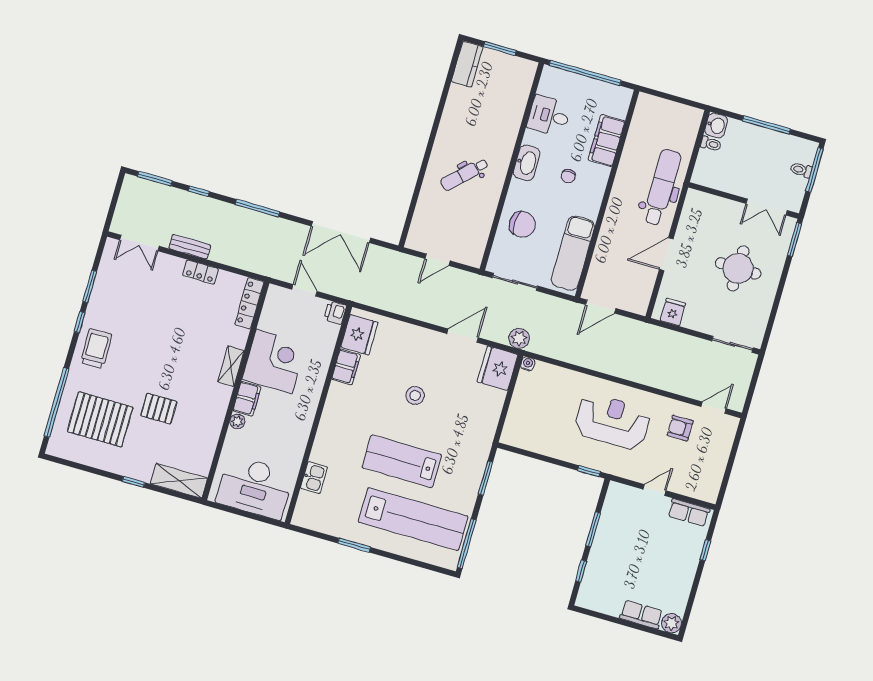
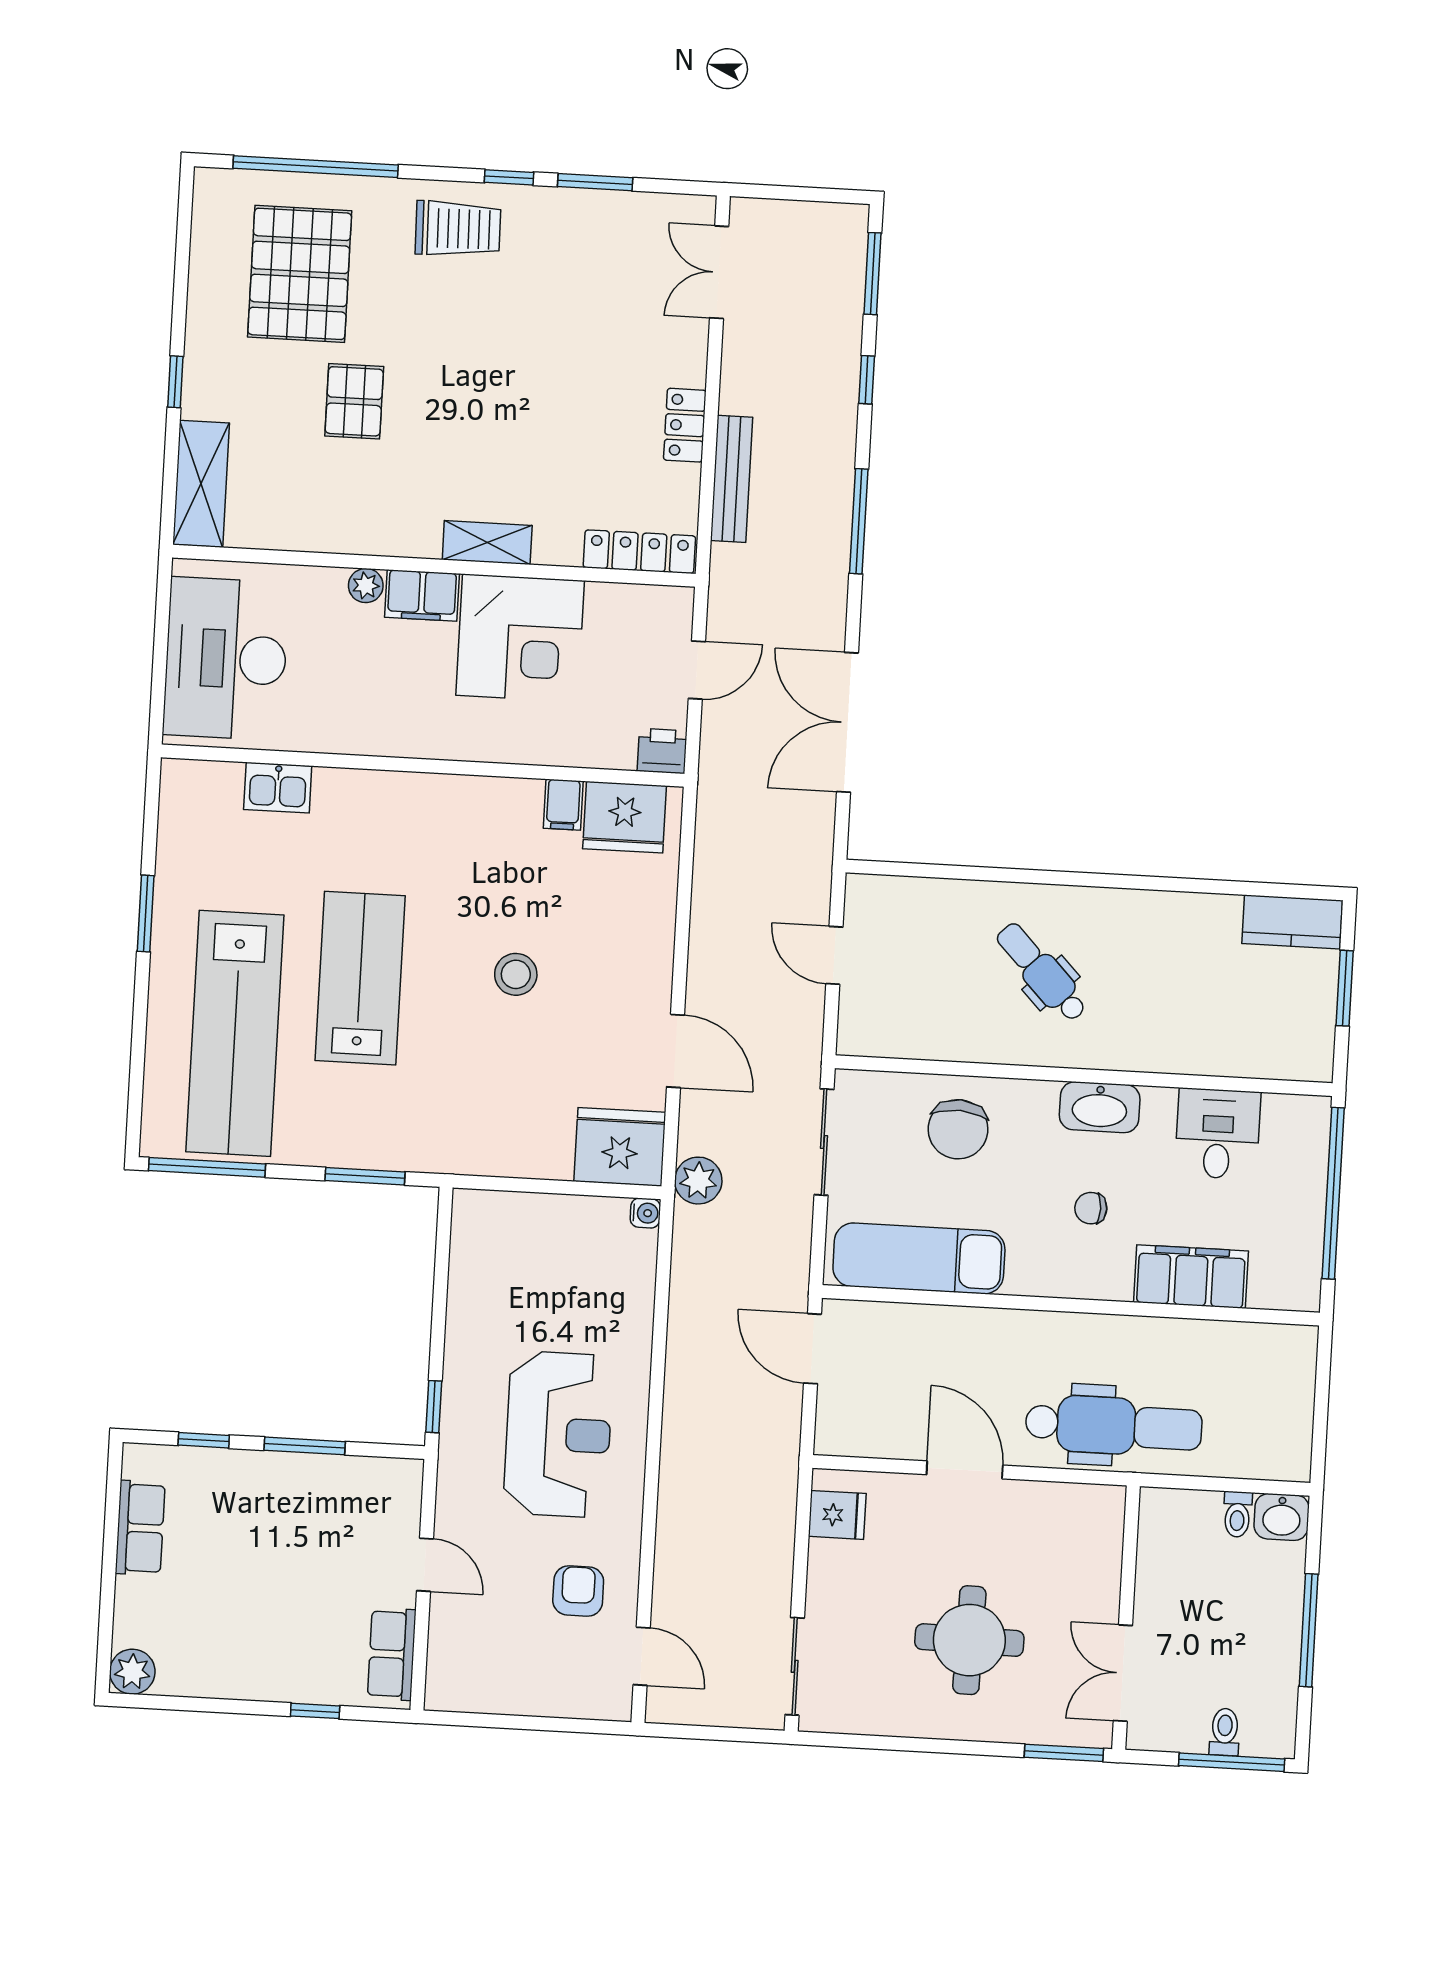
bench: (190, 247) -> (732, 479), moved, width x1.36
filing cabinet: (346, 367) -> (563, 805), width x0.50
row of seats: (641, 615) -> (140, 1528), moved

